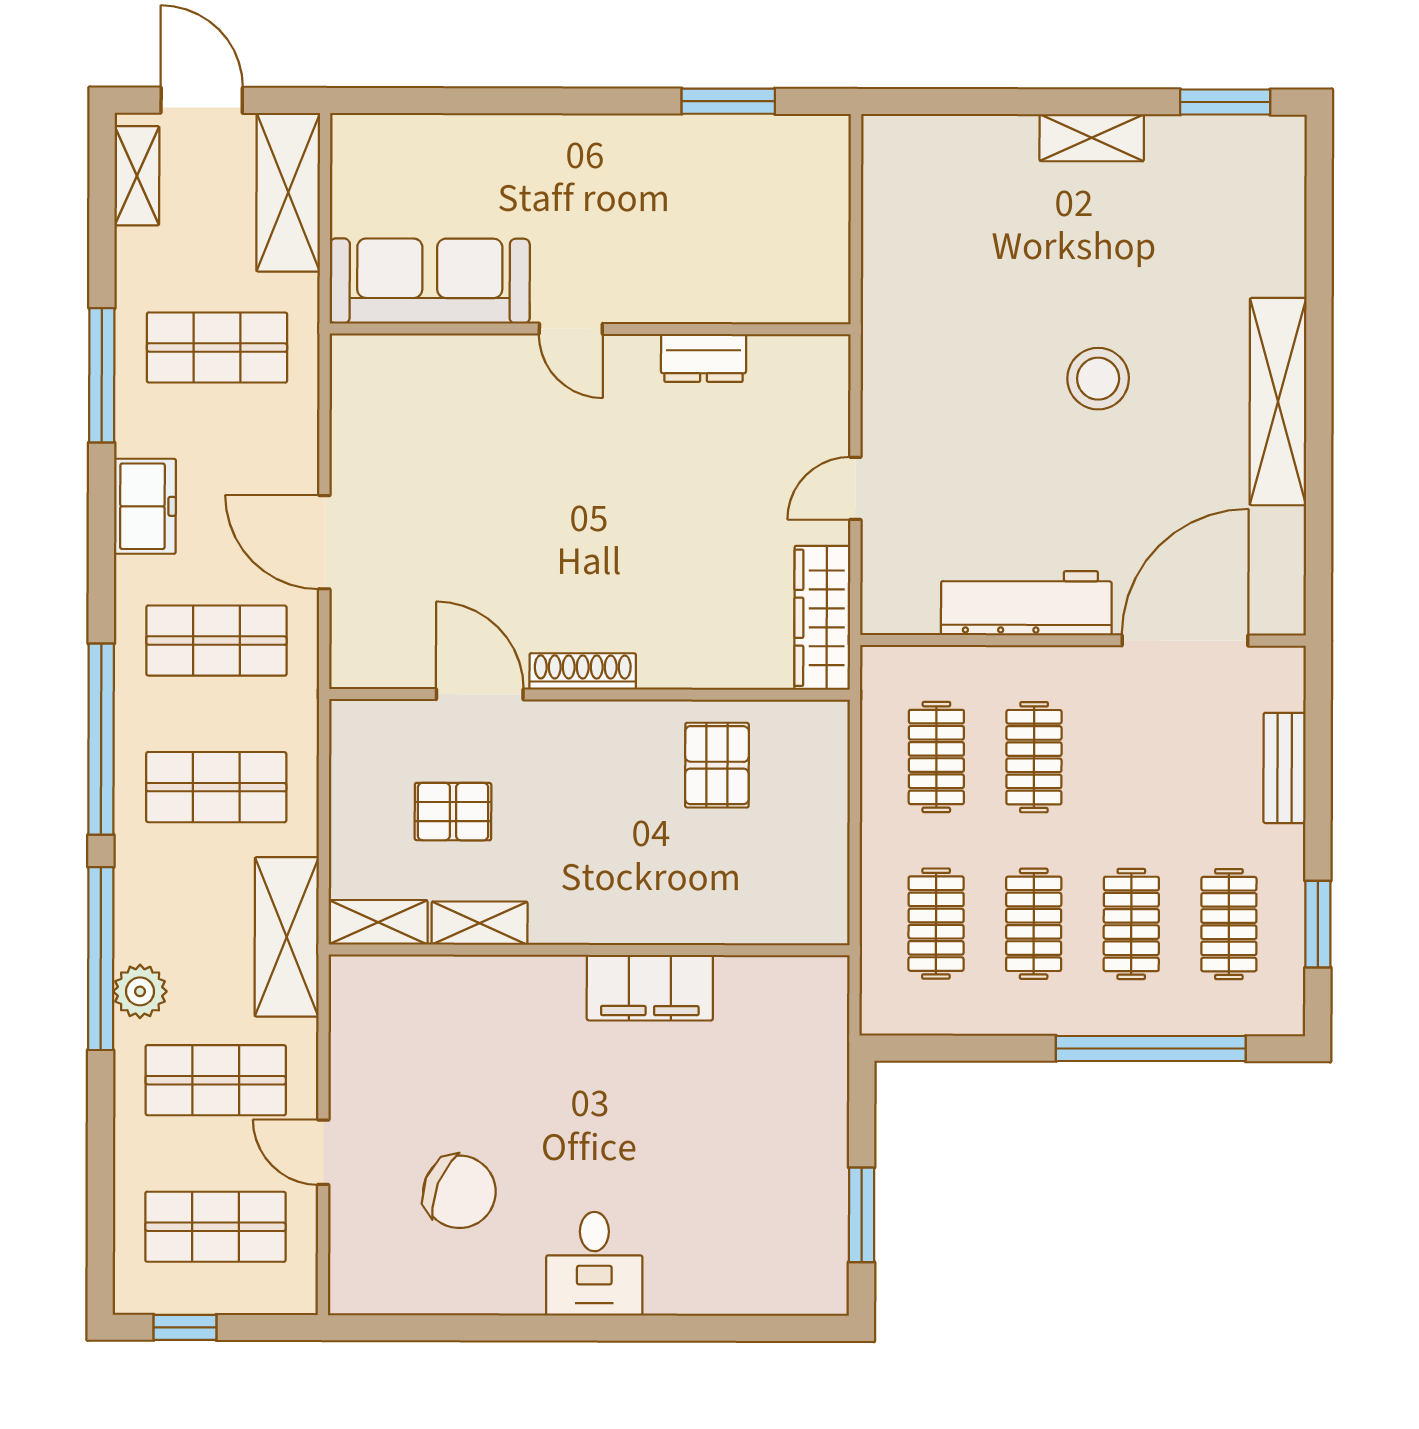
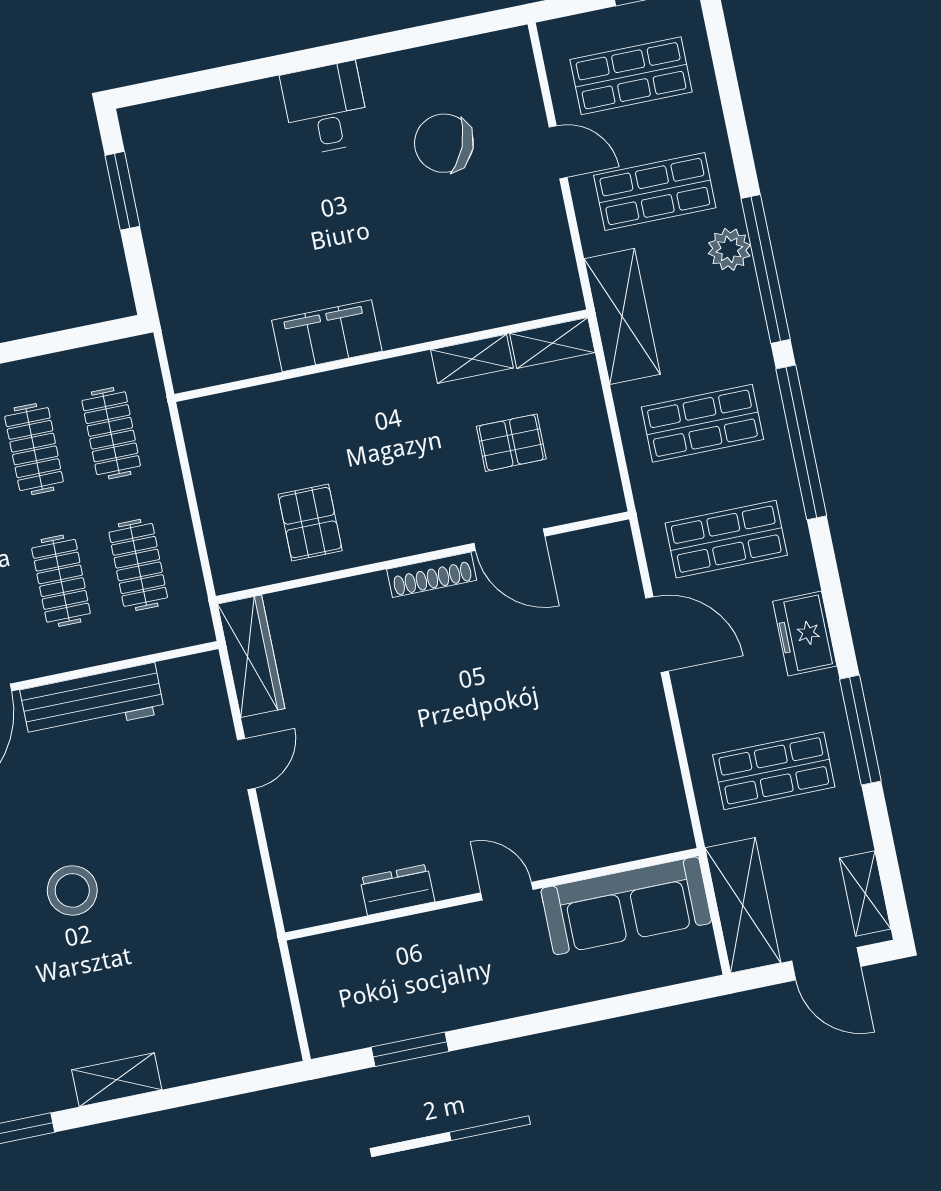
sofa: (430, 281) -> (626, 906), moved
door: (571, 329) -> (507, 891), moved
wall: (590, 329) -> (492, 894), moved
dresser: (704, 358) -> (397, 890), moved

